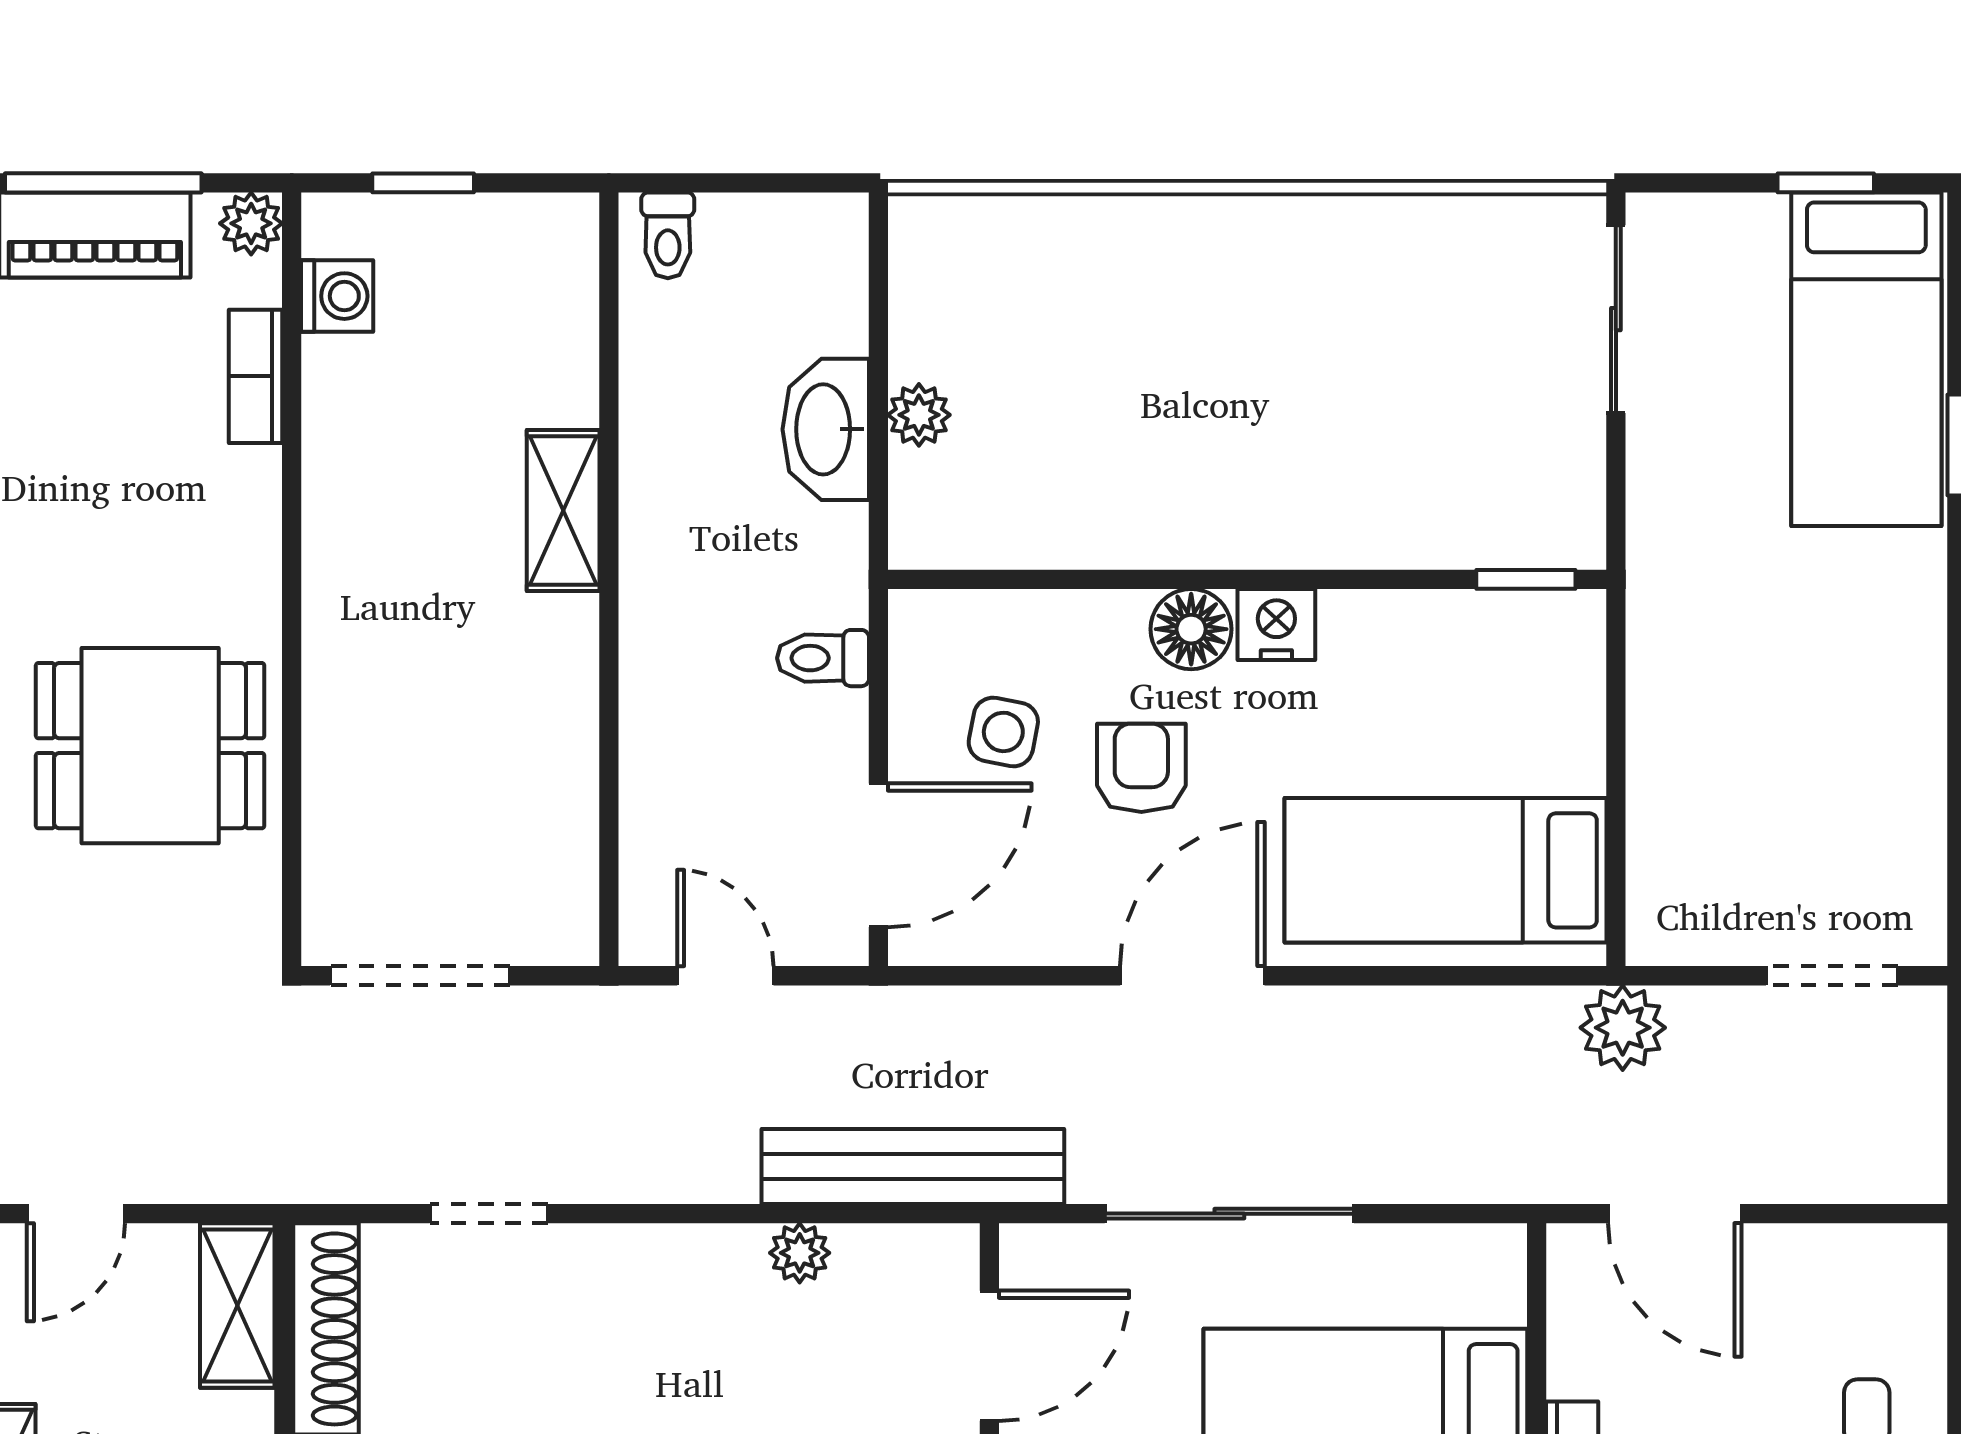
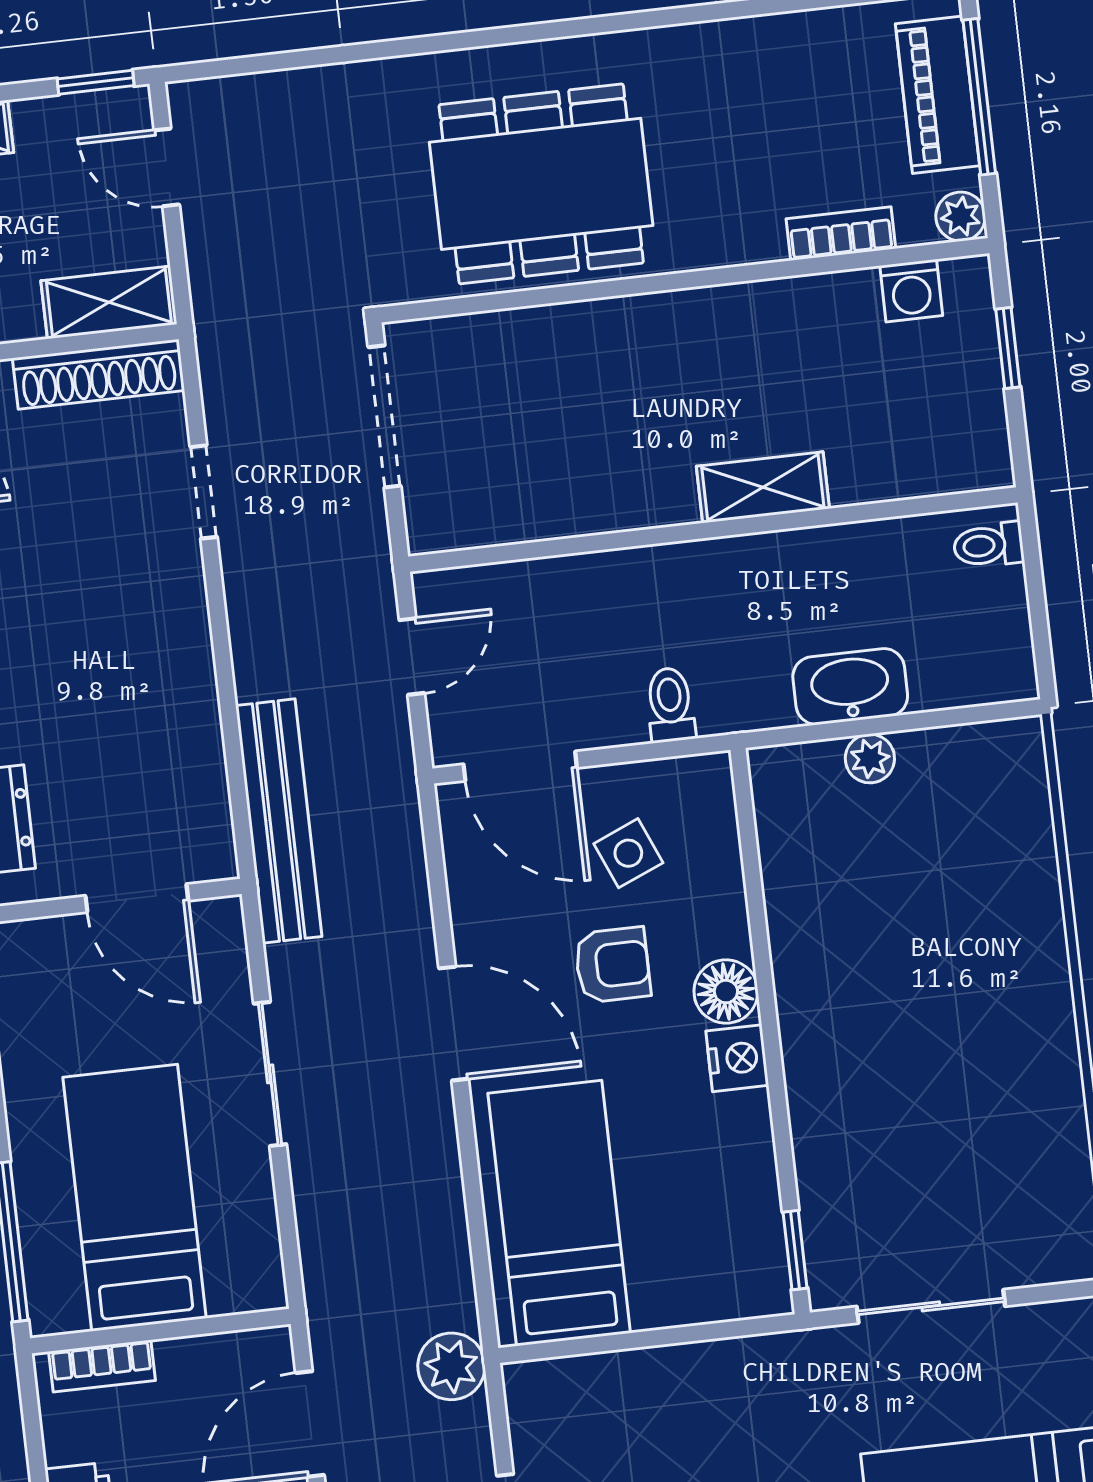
sliding door: (1616, 319) -> (931, 1306), moved
side table: (1003, 732) -> (628, 853), turned -34
dining table: (150, 746) -> (541, 184), width x1.38
sliding door: (1229, 1214) -> (270, 1074), width x0.73
plant: (800, 1253) -> (201, 740), removed

